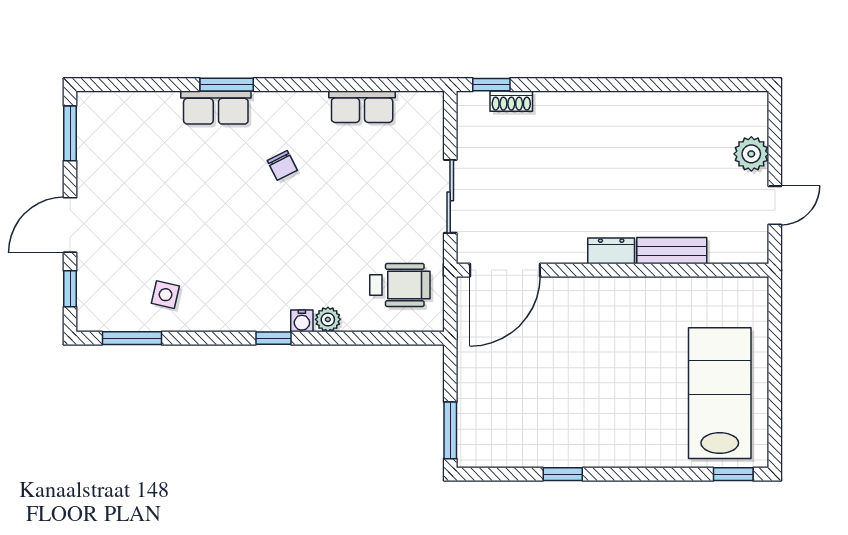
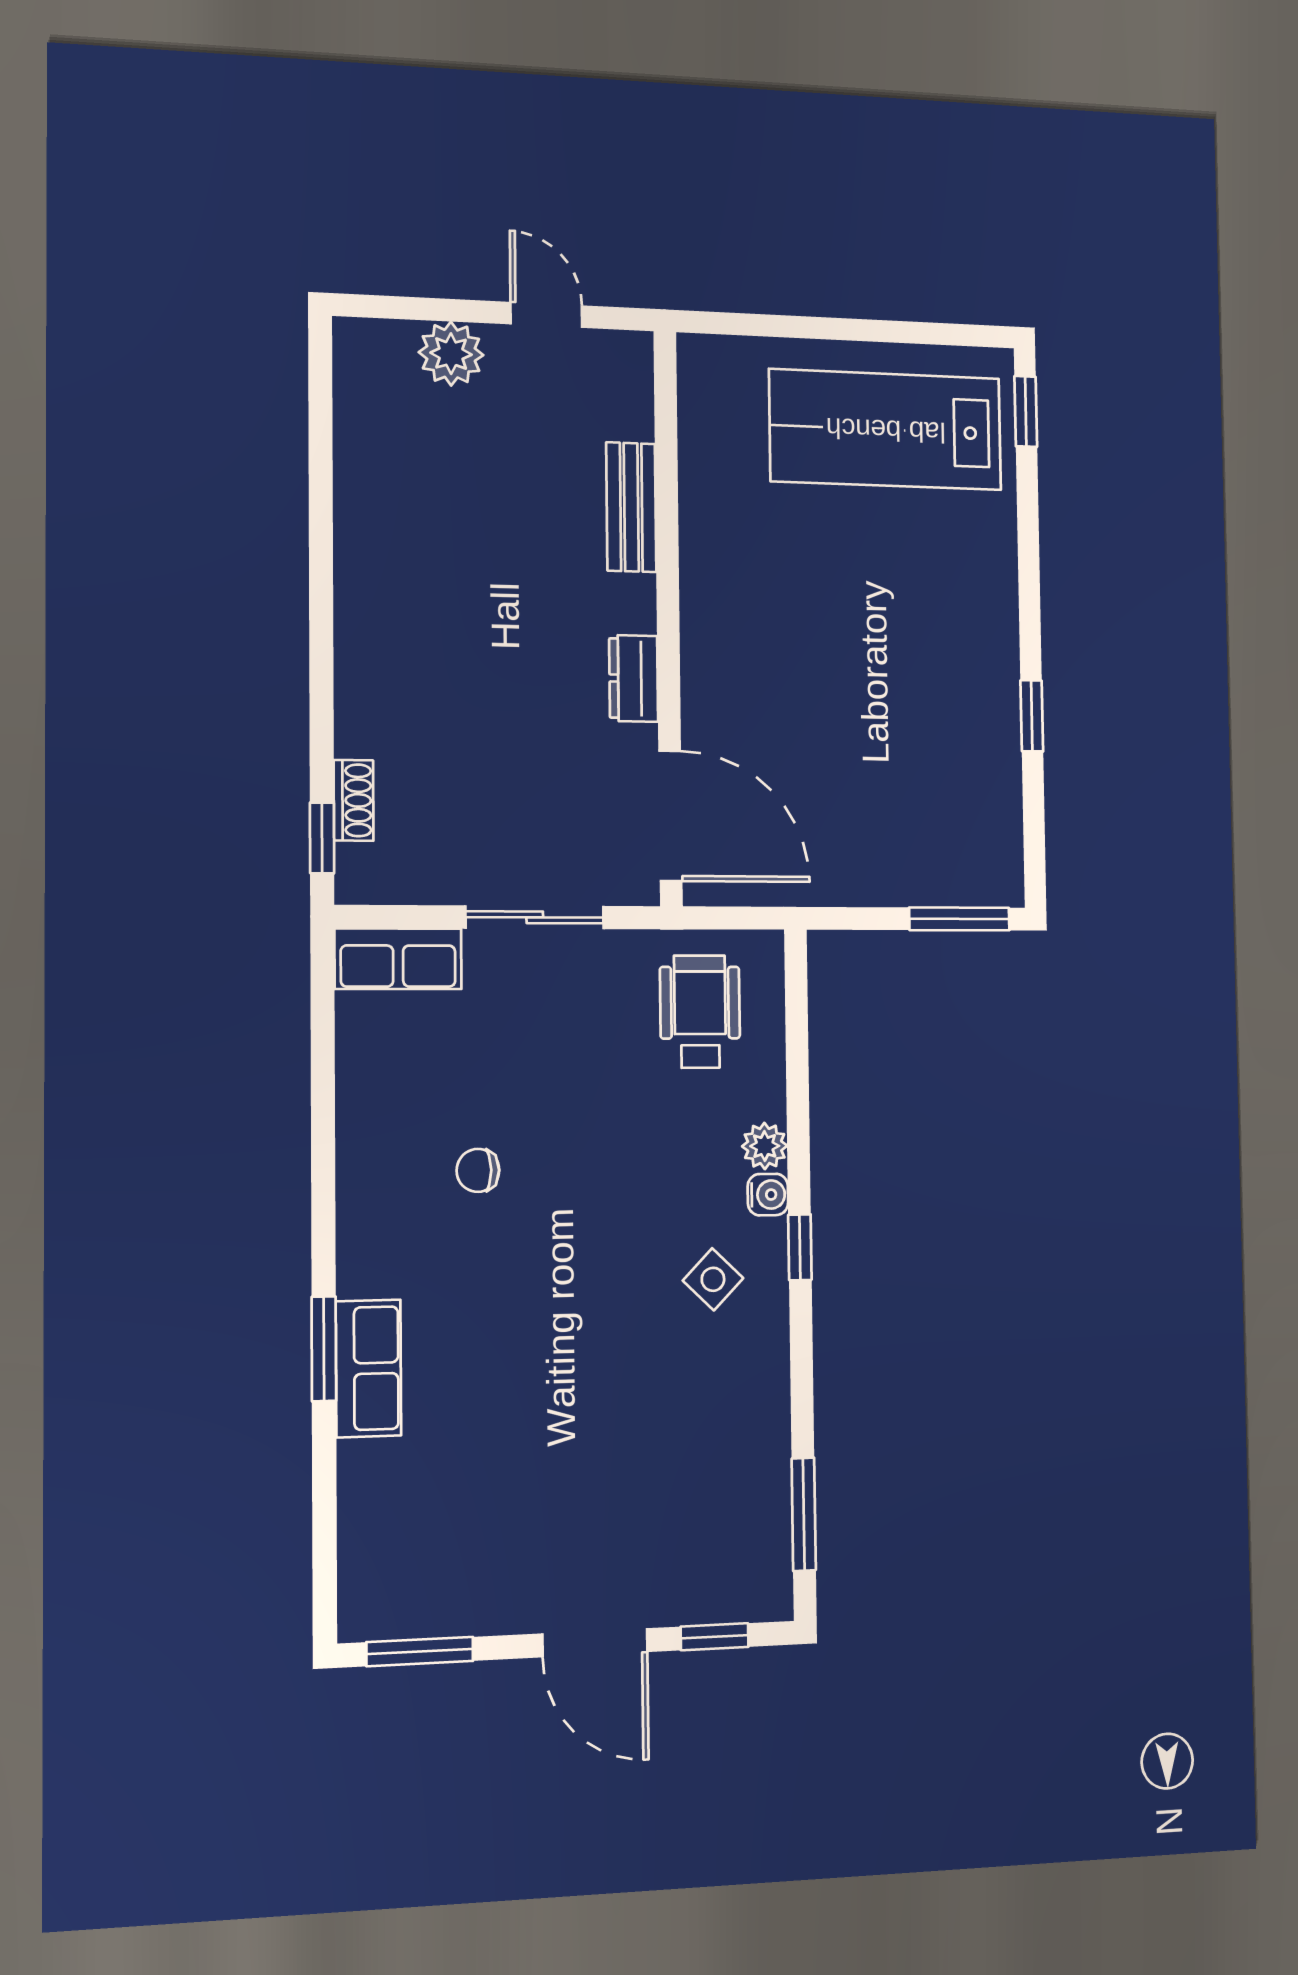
row of seats: (362, 107) -> (398, 959), moved, turned 90
chair: (282, 165) -> (478, 1170), moved, turned -153
dresser: (611, 251) -> (634, 678), moved
side table: (165, 295) -> (713, 1279), moved, turned 31

